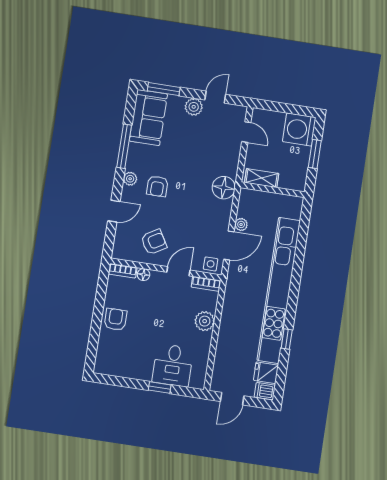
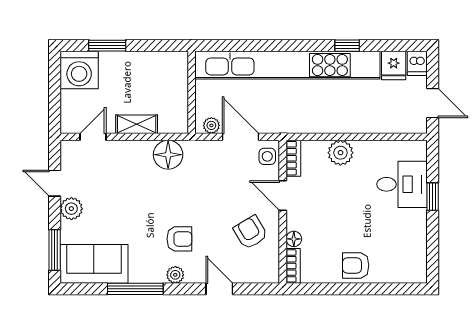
shelving: (262, 178) -> (137, 124), moved, turned 90
wall: (273, 190) -> (192, 92), moved

